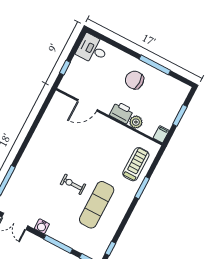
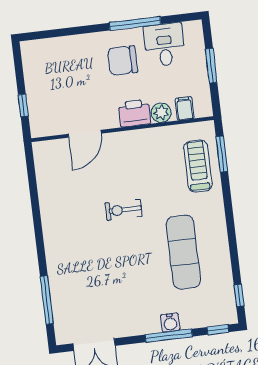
desk: (92, 49) -> (165, 45), moved, turned 90
filing cabinet: (161, 134) -> (185, 108), moved
exercise bike: (73, 184) -> (124, 210), moved
window: (142, 188) -> (222, 154), moved
water cooler: (42, 226) -> (170, 323), moved

